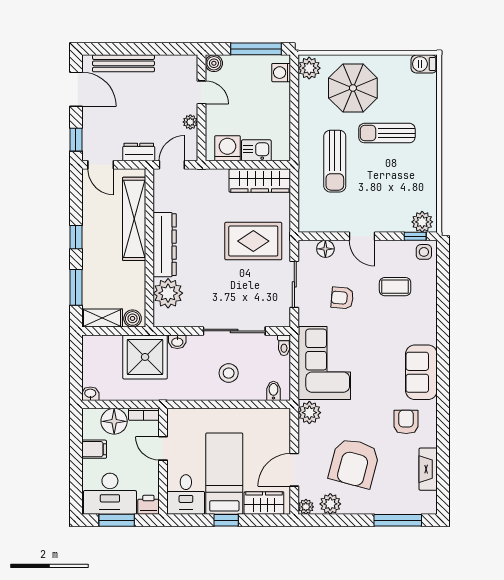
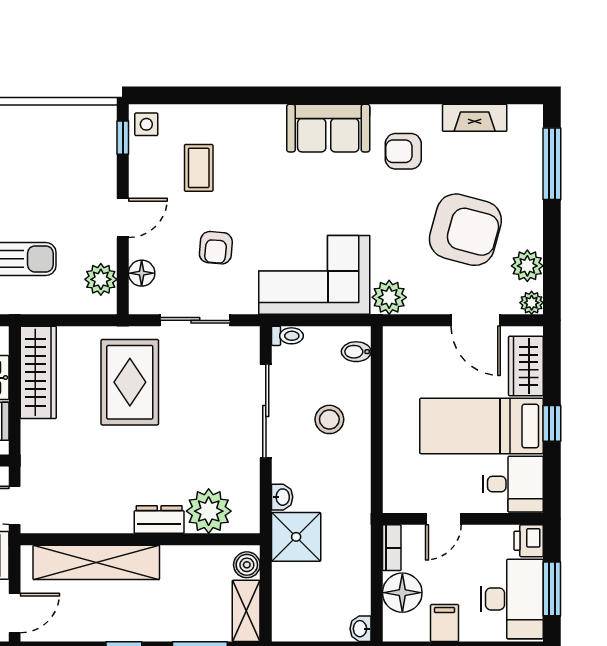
plant: (422, 222) -> (101, 279), moved
dresser: (165, 245) -> (159, 519), width x0.51, depth x0.80
shower: (145, 357) -> (296, 537), width x0.73, depth x0.73

